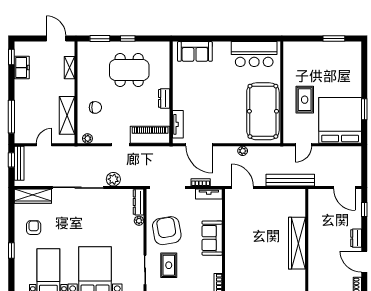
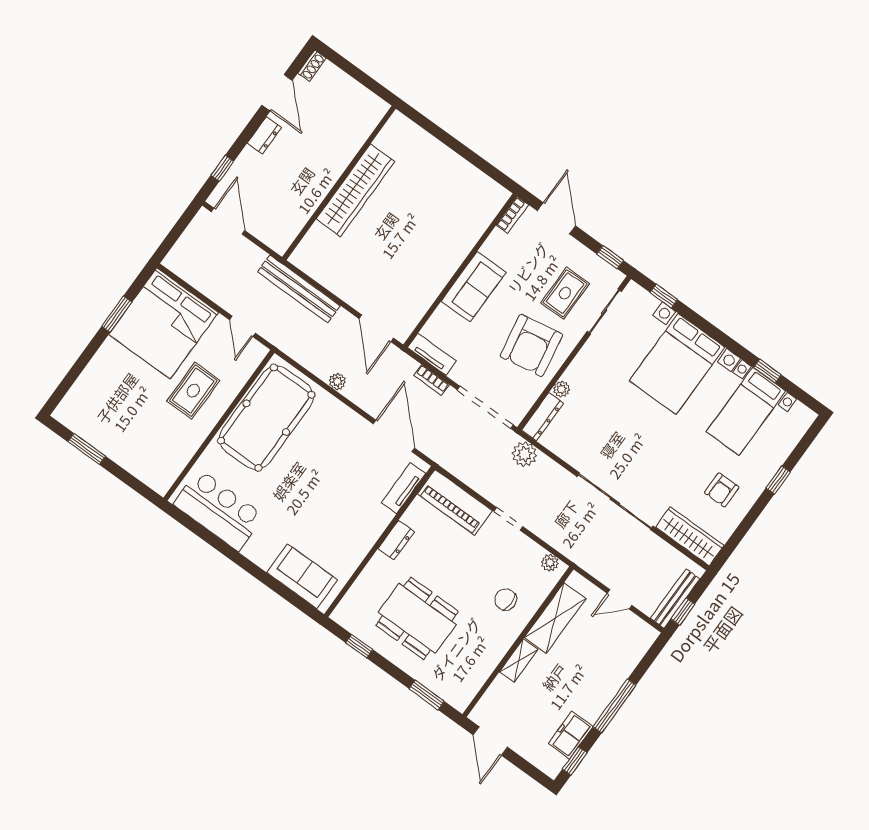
window: (128, 39) -> (359, 646), moved
shelving: (69, 68) -> (519, 661), moved
window: (11, 117) -> (615, 706), moved
door: (303, 145) -> (242, 326), swing flipped
plant: (113, 179) -> (525, 454), moved

